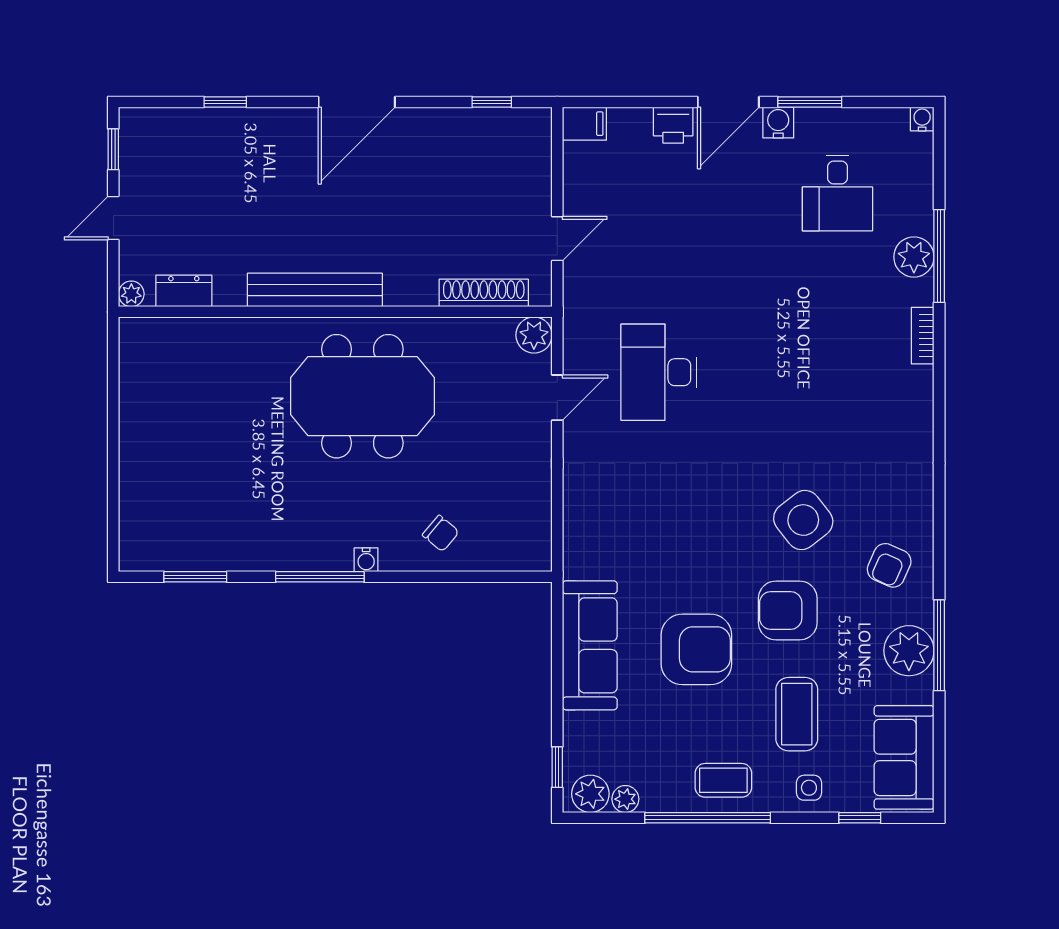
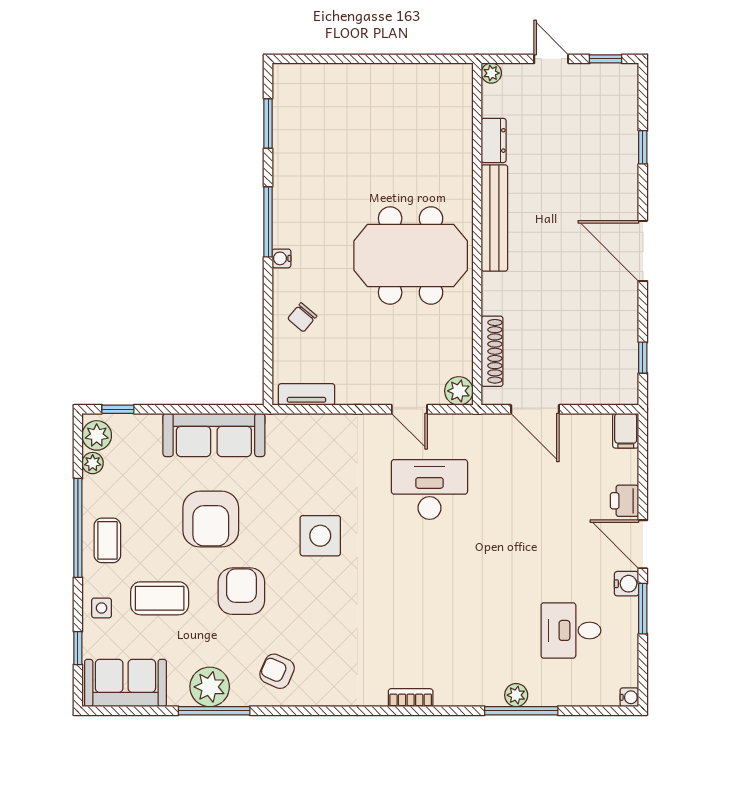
door: (557, 239) -> (535, 409), width x1.38
plant: (914, 257) -> (516, 695), width x0.73, depth x0.73
dresser: (184, 291) -> (494, 140), moved
bookcase: (923, 336) -> (411, 698), moved
meeting table: (362, 396) -> (411, 256), turned 90
side table: (803, 520) -> (320, 536), moved, turned 38
tv unit: (538, 528) -> (307, 394), added

